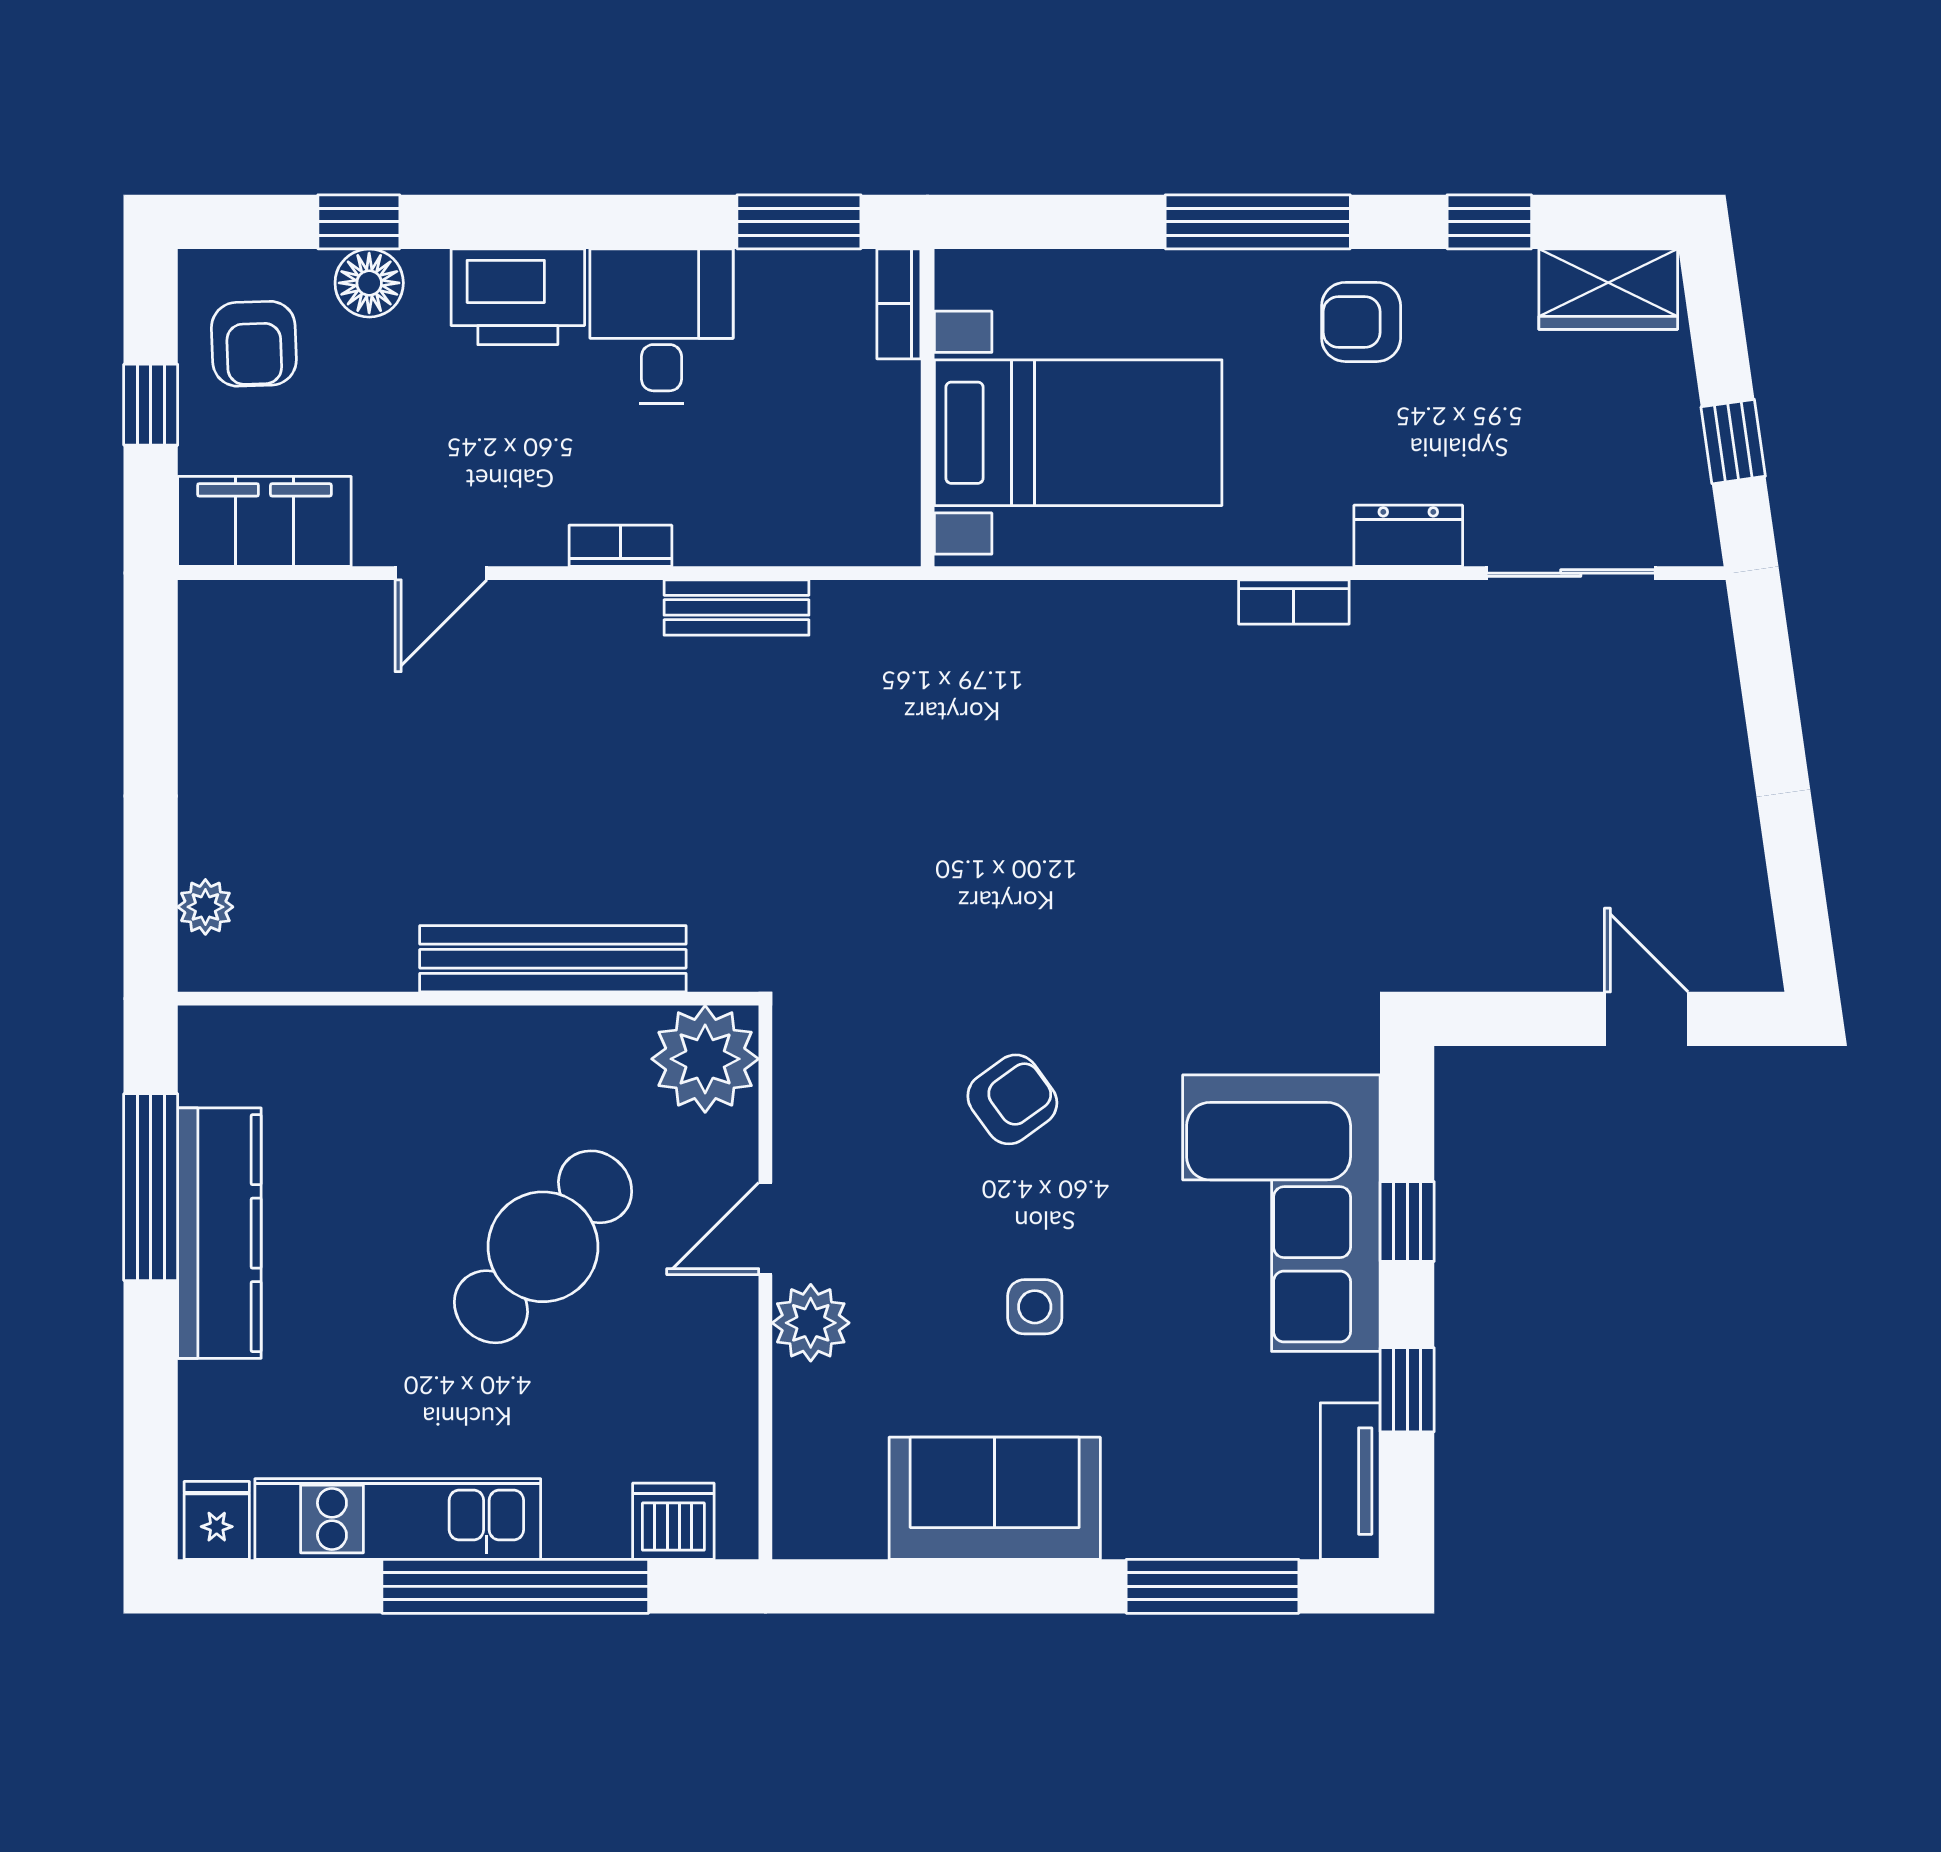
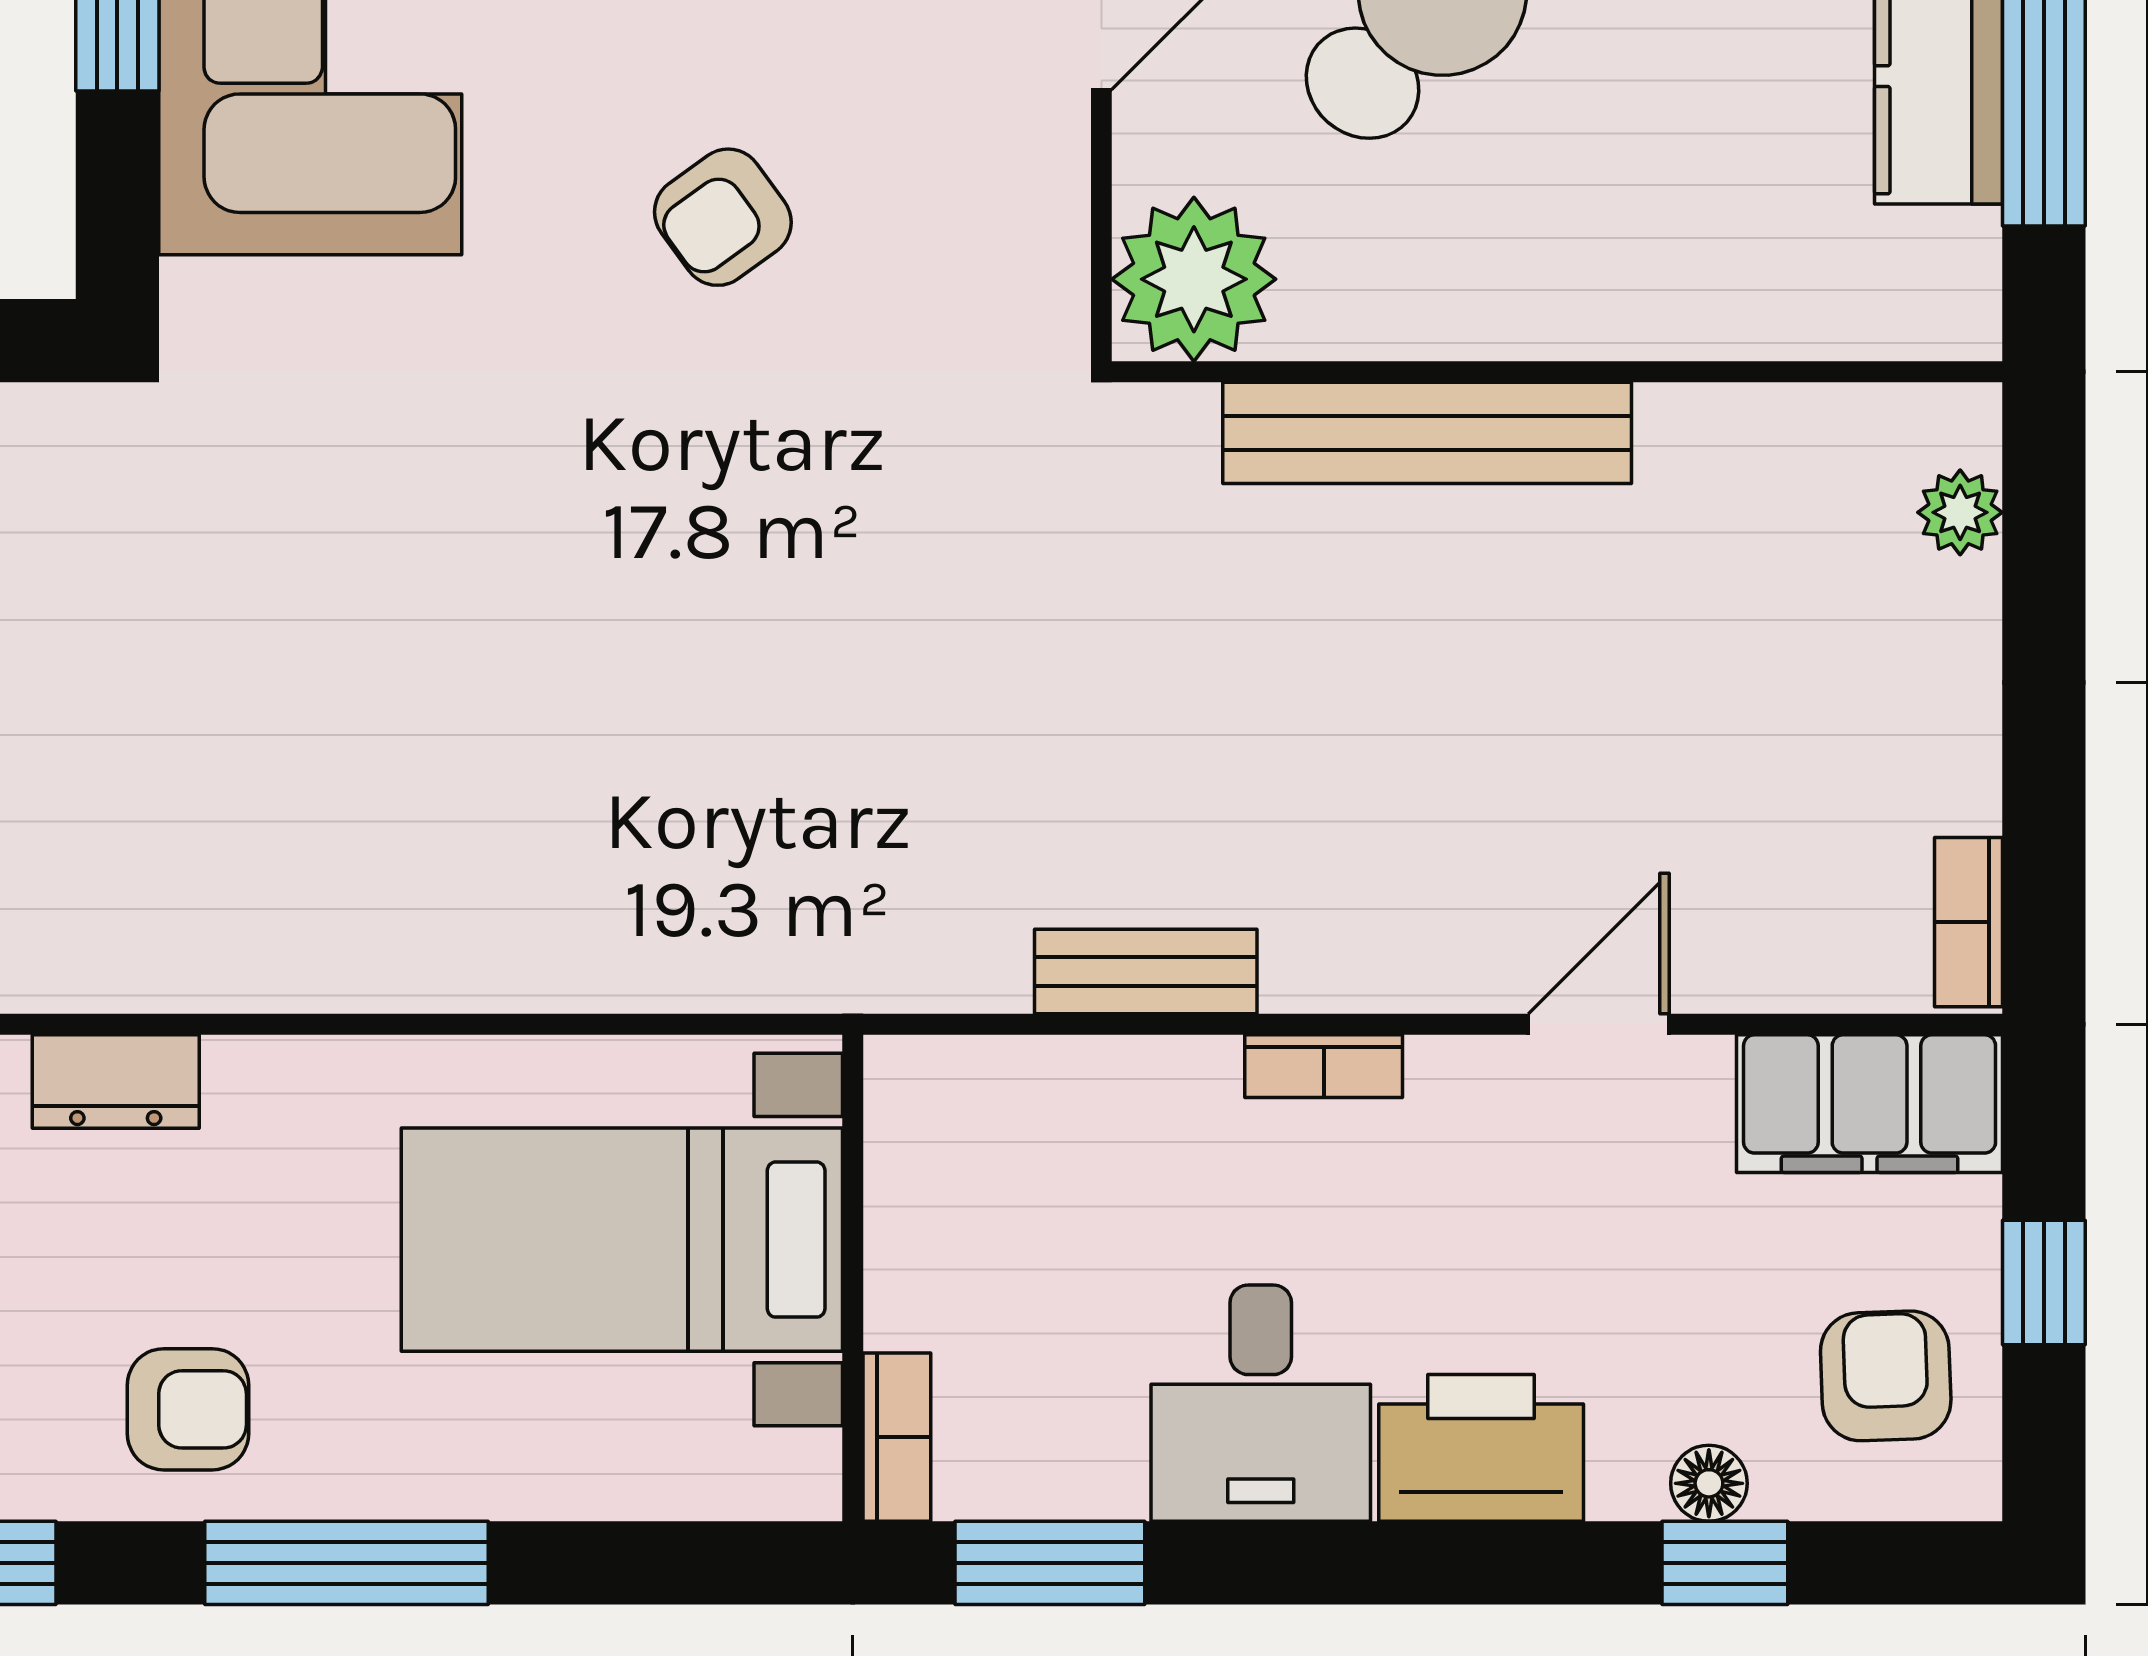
floor lamp: (369, 283) -> (1709, 1483), width x0.73, depth x0.73
bookcase: (1294, 602) -> (1969, 922), moved, turned -90

